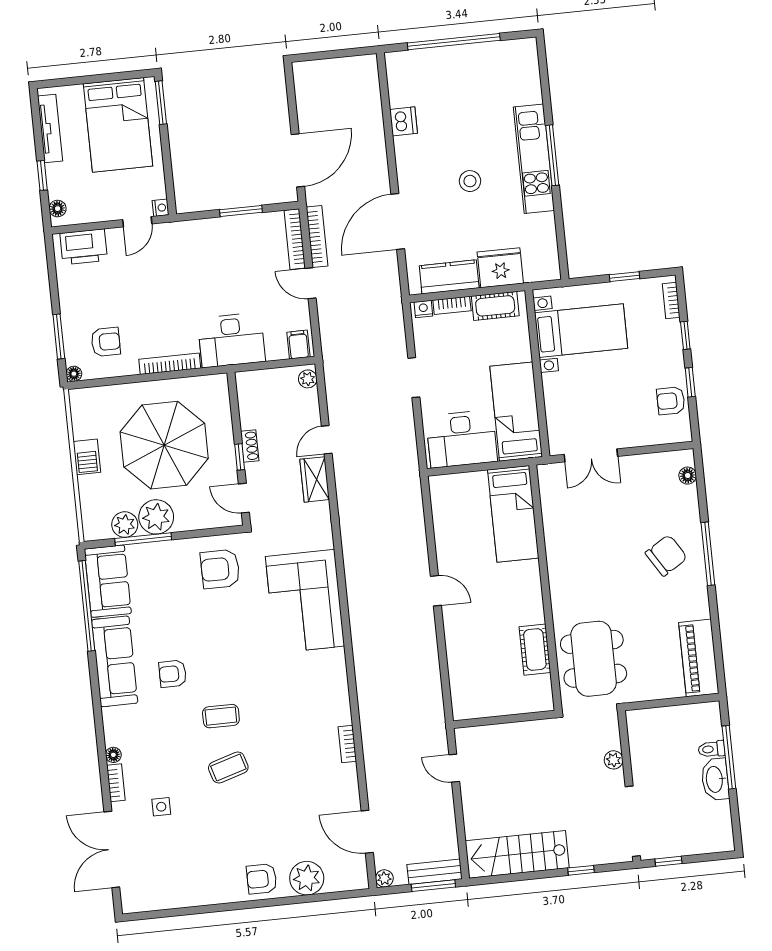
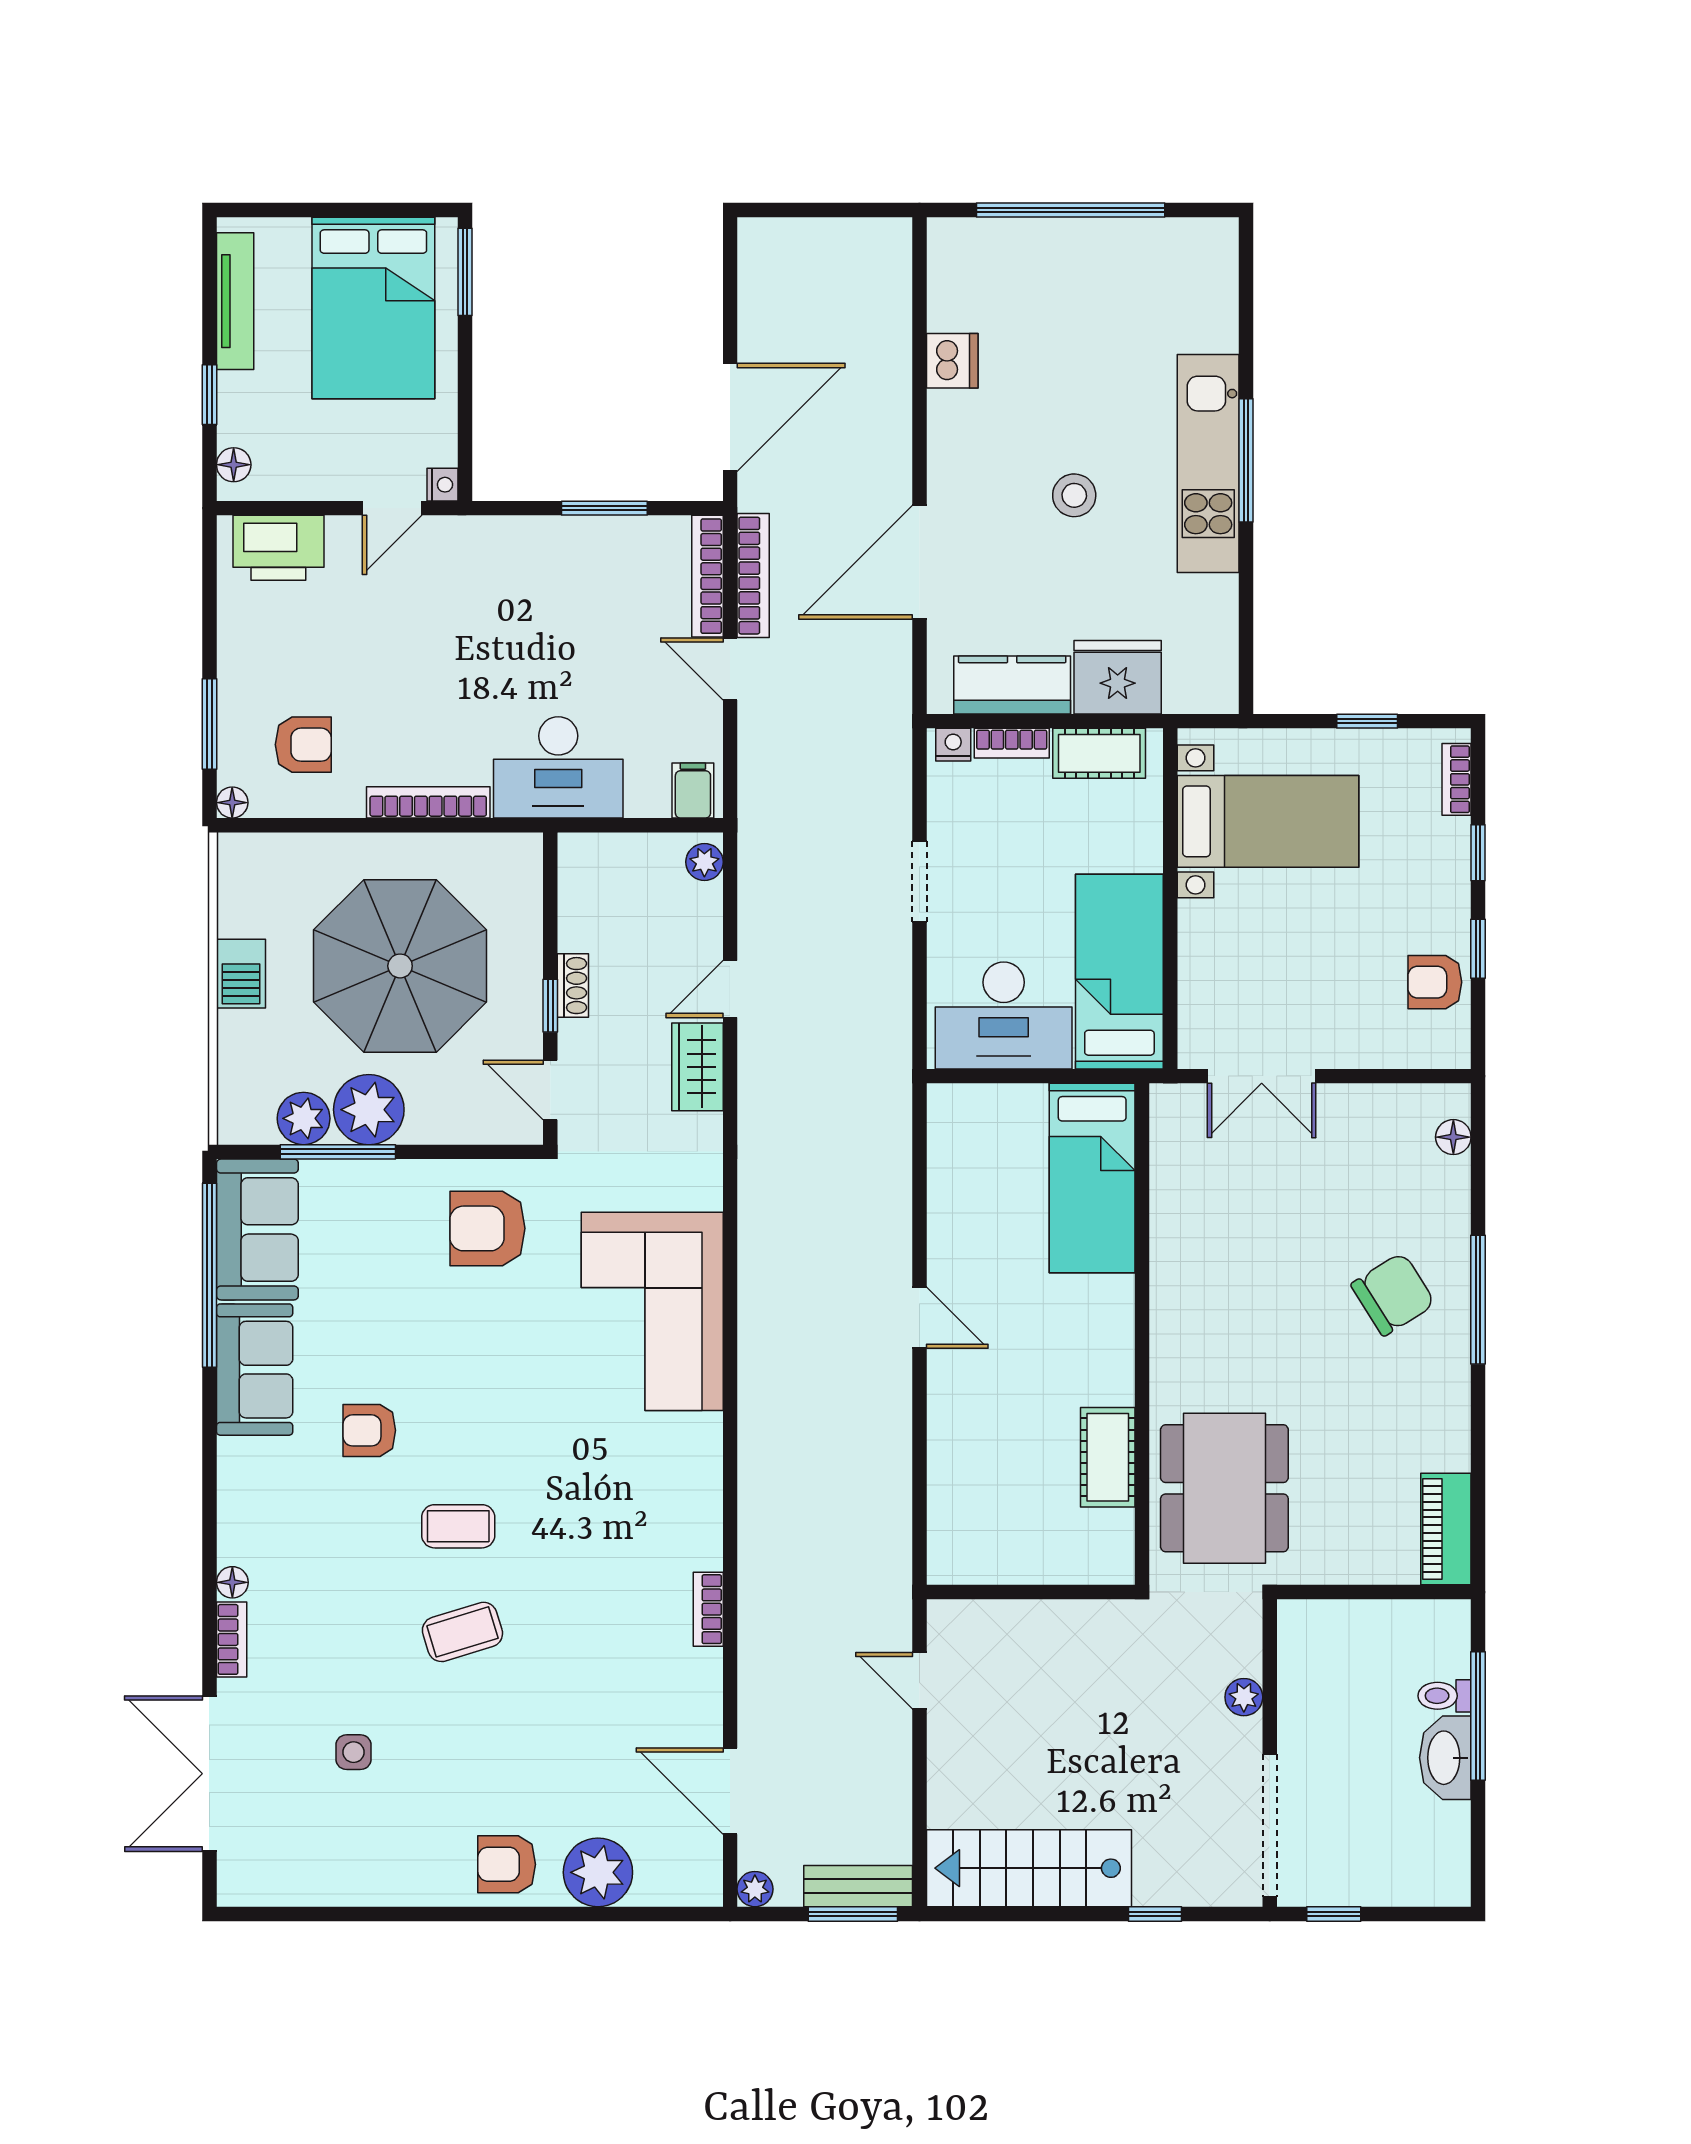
piano: (699, 658) -> (1446, 1529), width x0.73, depth x0.75
sofa: (115, 661) -> (255, 1370), width x0.73
side table: (161, 807) -> (354, 1752), moved

